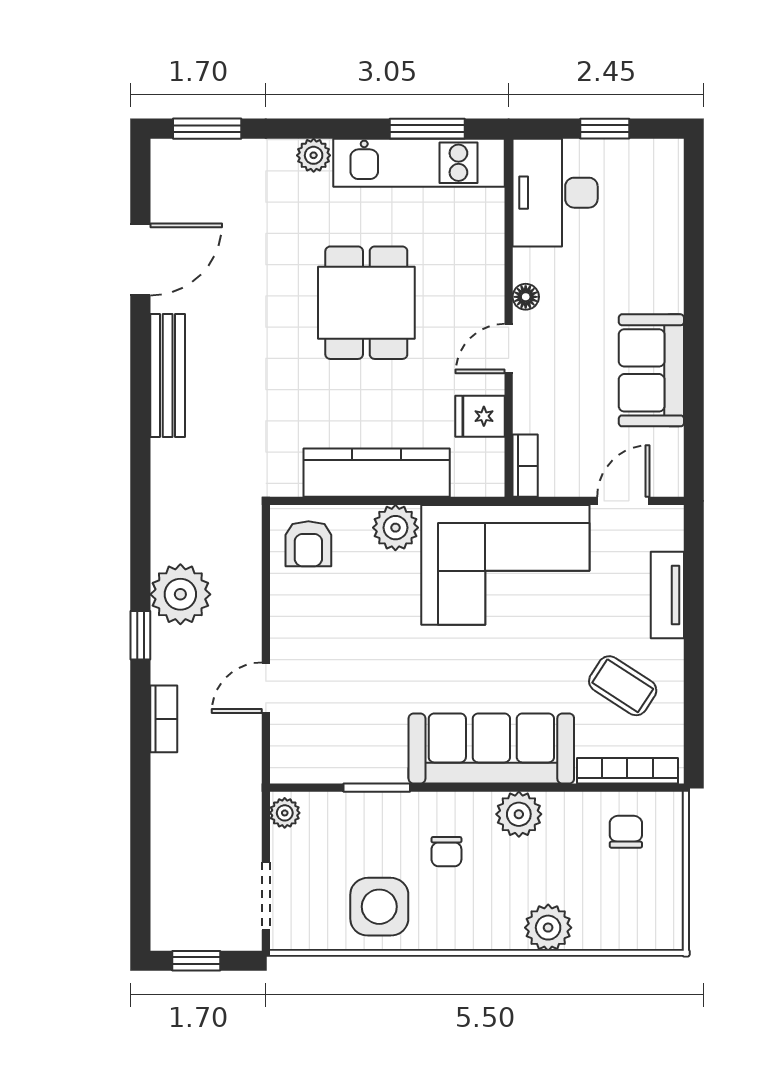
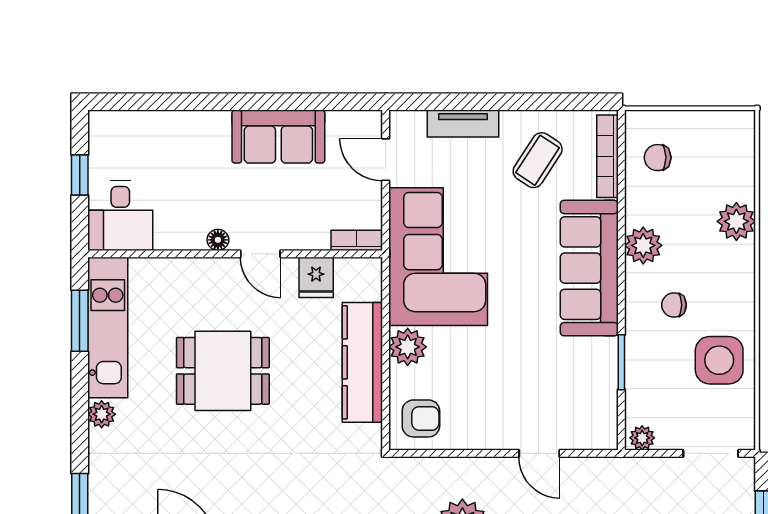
desk: (555, 193) -> (120, 216), width x0.73
chair: (446, 852) -> (674, 305), turned 180

